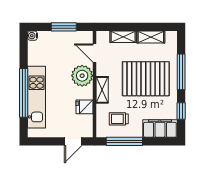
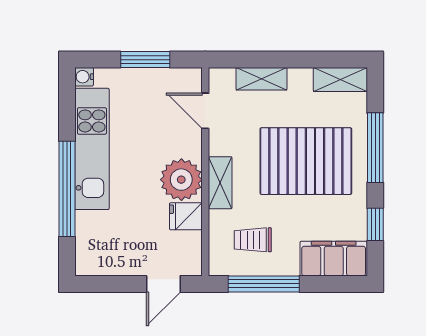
shelving: (151, 37) -> (340, 80), moved
plant: (82, 76) -> (181, 180), moved
kitchen unit: (37, 97) -> (92, 149), moved

